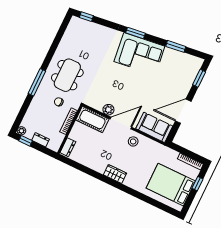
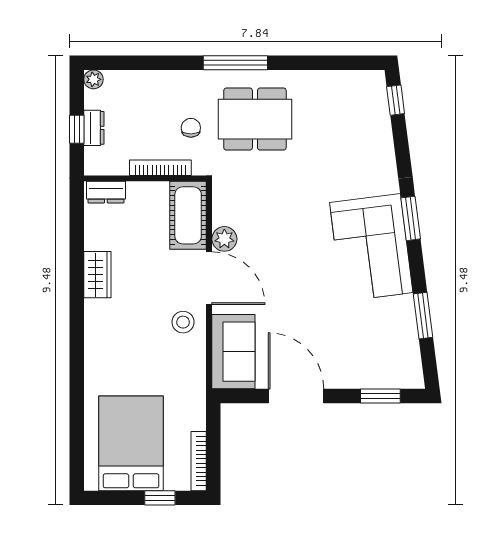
window: (37, 82) -> (235, 63), moved
window: (26, 141) -> (77, 129), moved
wardrobe: (115, 174) -> (97, 275), moved

